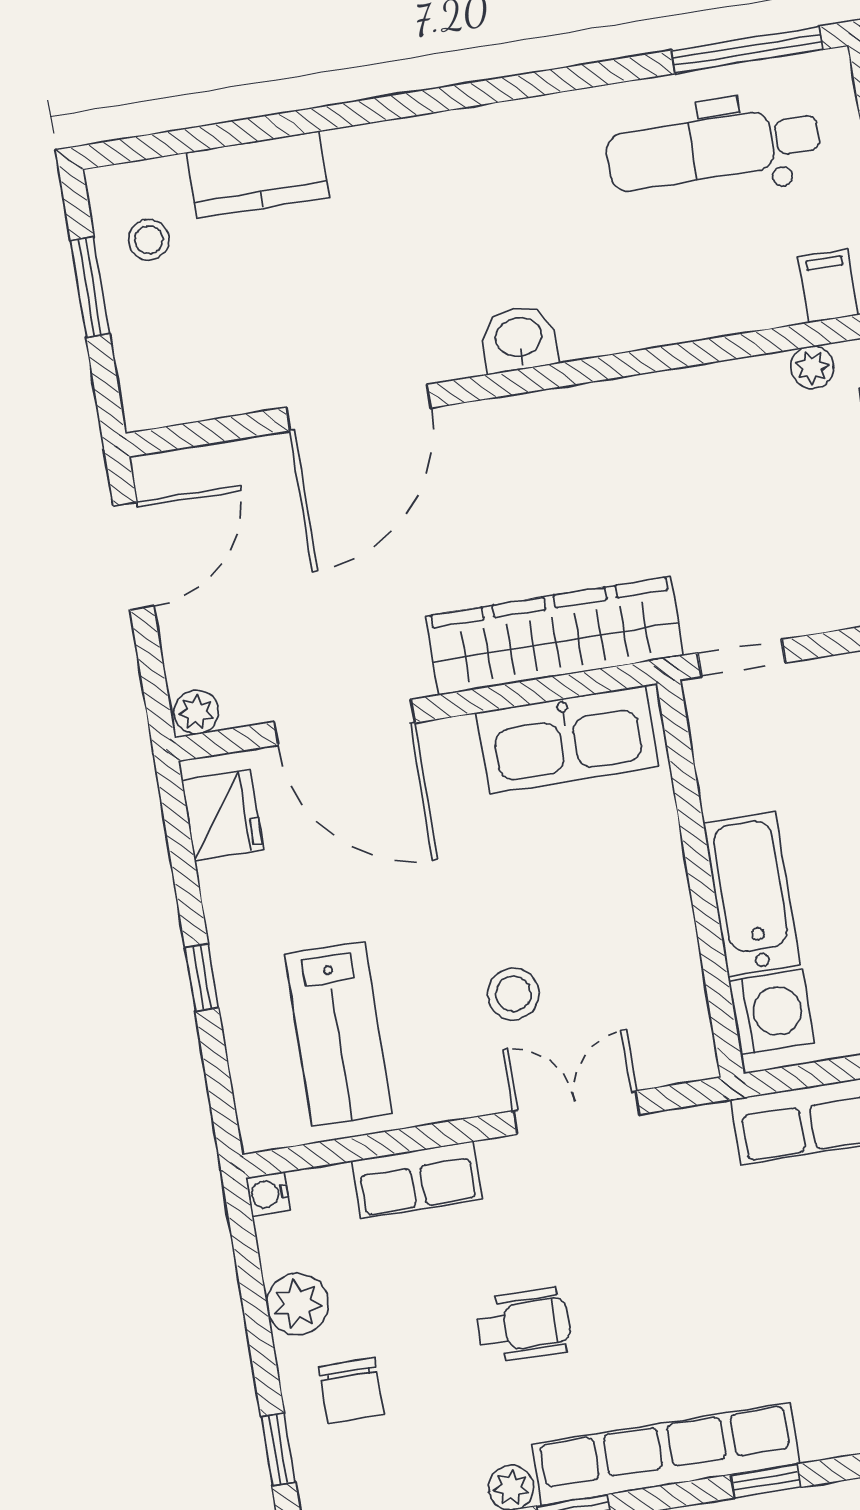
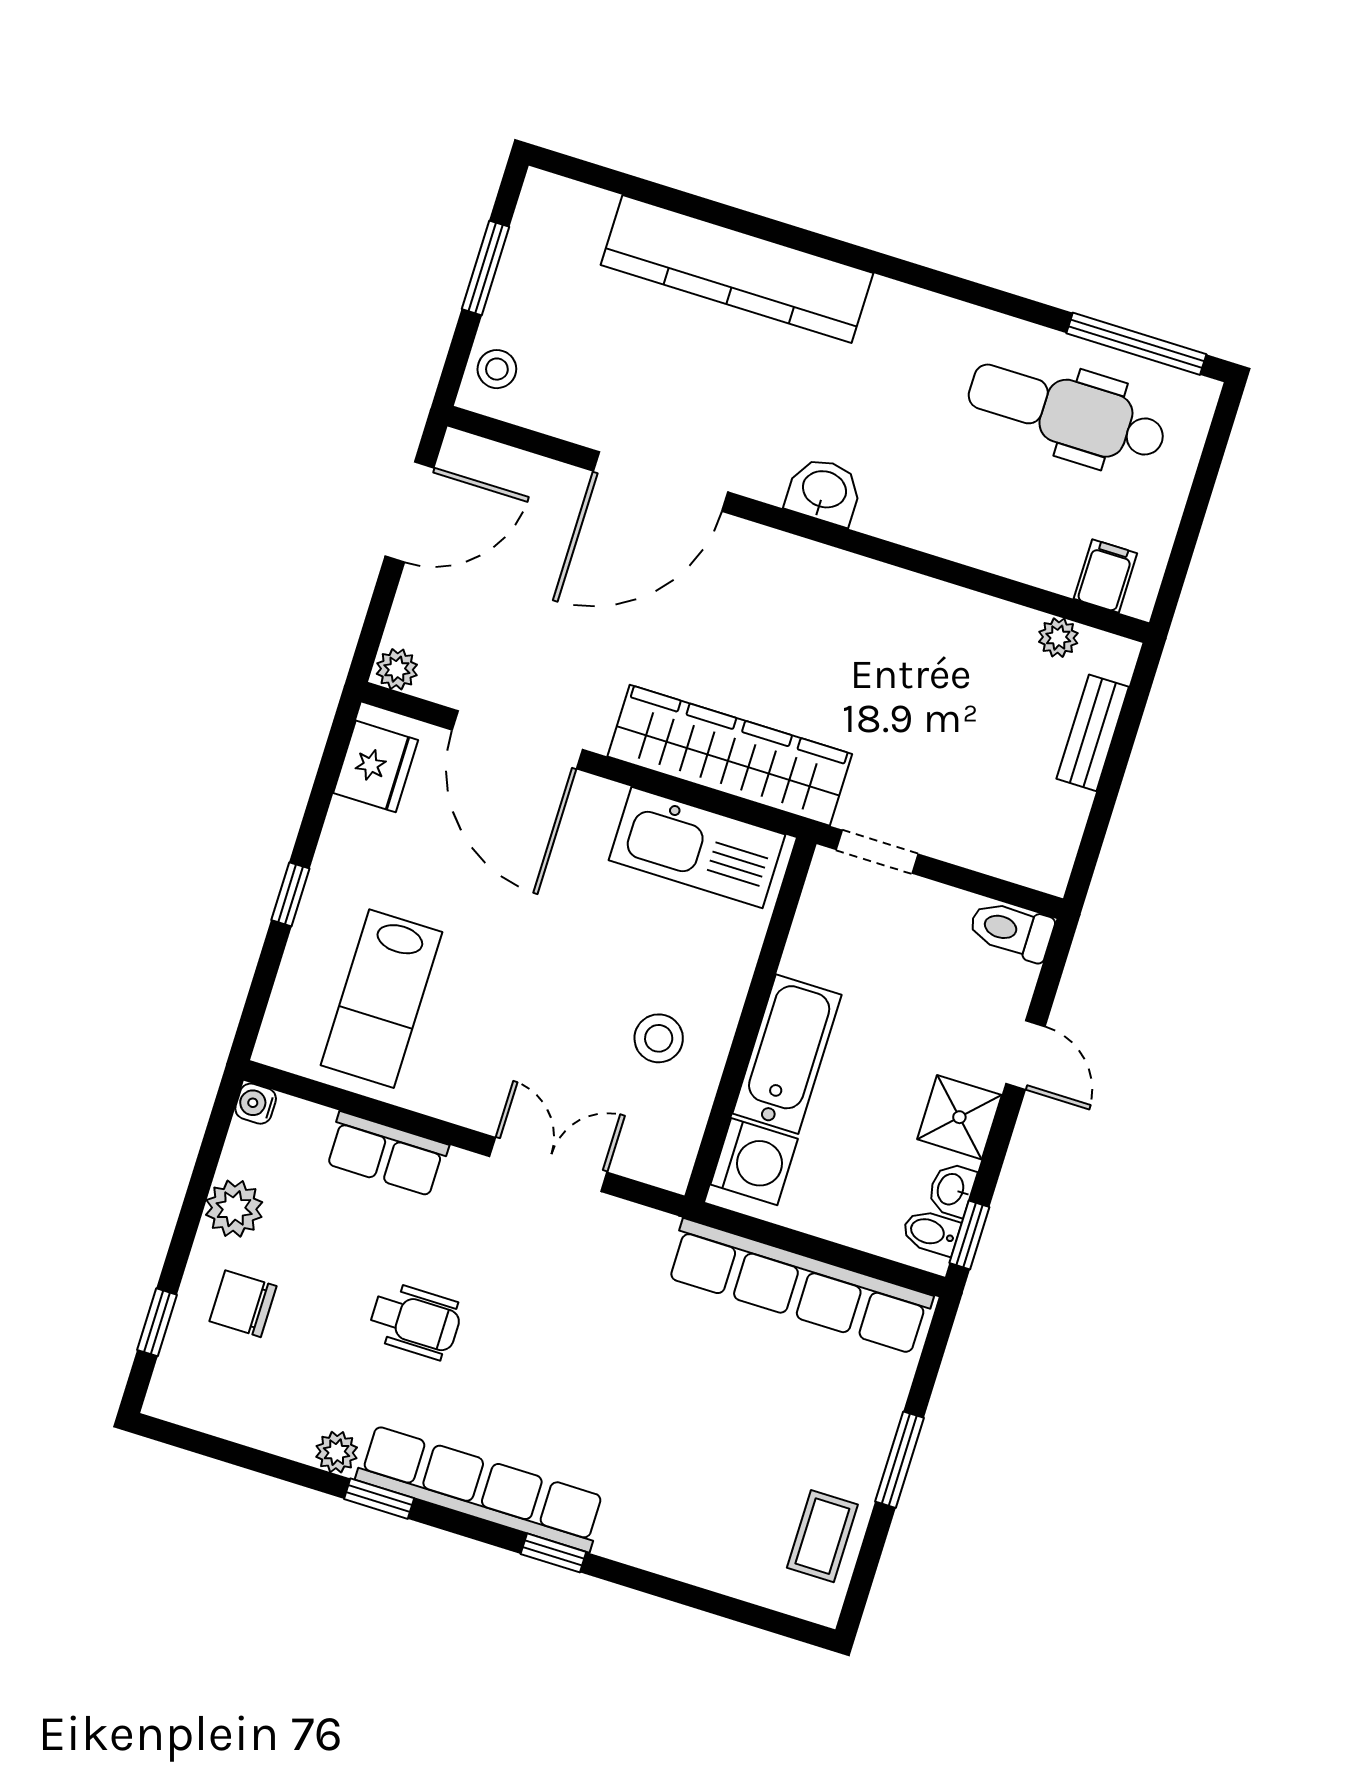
kitchen counter: (258, 175) -> (737, 269), width x2.08, depth x1.17
stool: (149, 240) -> (497, 369), moved
stool: (513, 994) -> (659, 1038), moved
chair: (351, 1391) -> (243, 1304), turned 90

